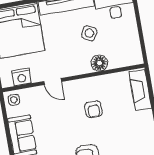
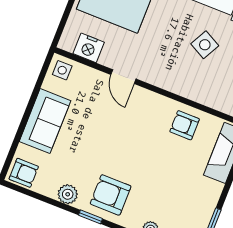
floor lamp: (99, 63) -> (195, 89), removed
armchair: (94, 109) -> (185, 125), moved, turned 90

